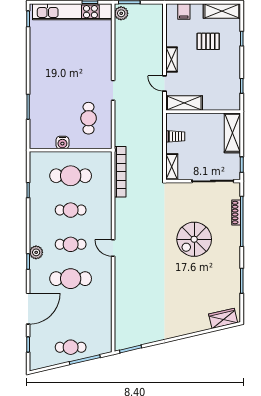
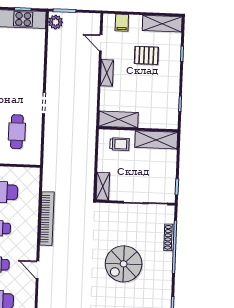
door: (165, 84) -> (101, 43), moved
shelving: (232, 133) -> (156, 140), moved, turned 90
trolley: (176, 136) -> (119, 144), moved
bookcase: (120, 172) -> (47, 219), moved

